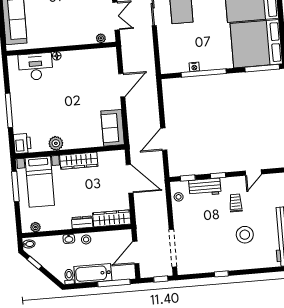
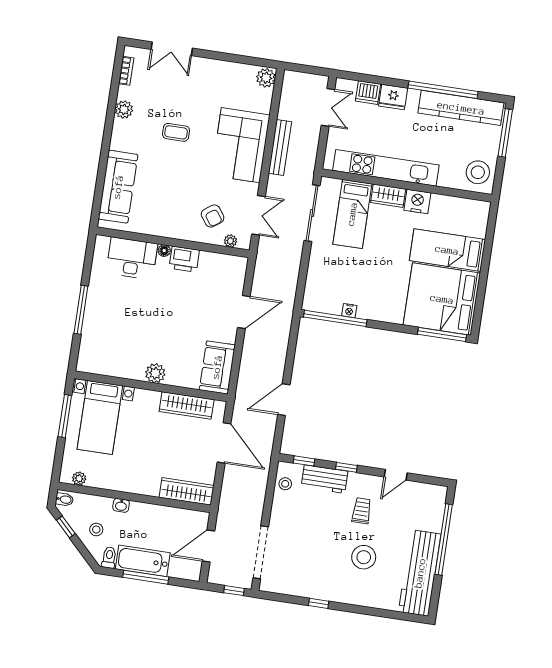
armchair: (84, 24) -> (213, 216), added
window: (204, 73) -> (335, 318), moved
printer: (22, 143) -> (184, 259), moved, turned 90
plant: (56, 143) -> (155, 373), moved
wardrobe: (79, 161) -> (187, 406), moved
dresser: (82, 222) -> (145, 487), removed
stool: (86, 239) -> (96, 530), moved
window: (114, 283) -> (146, 577), moved

